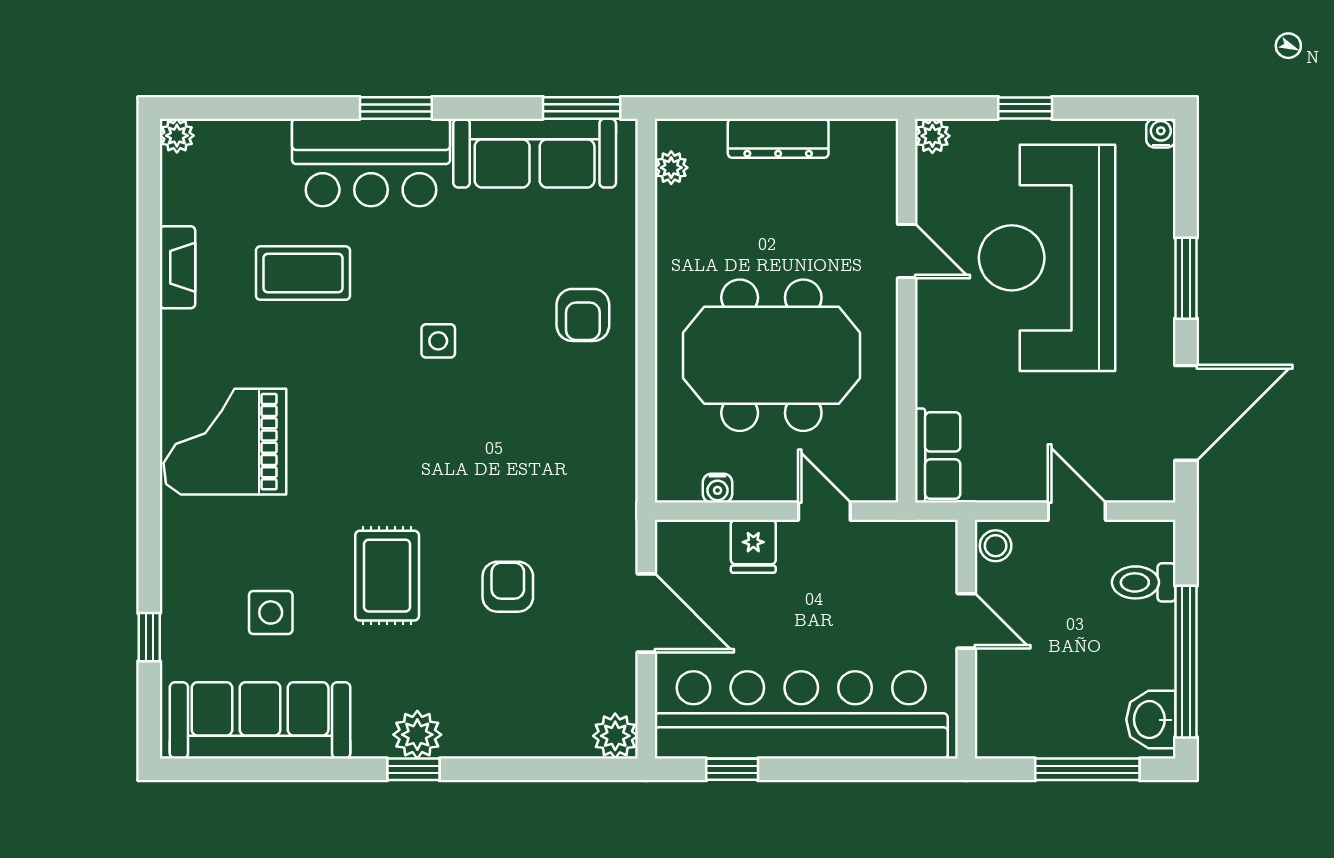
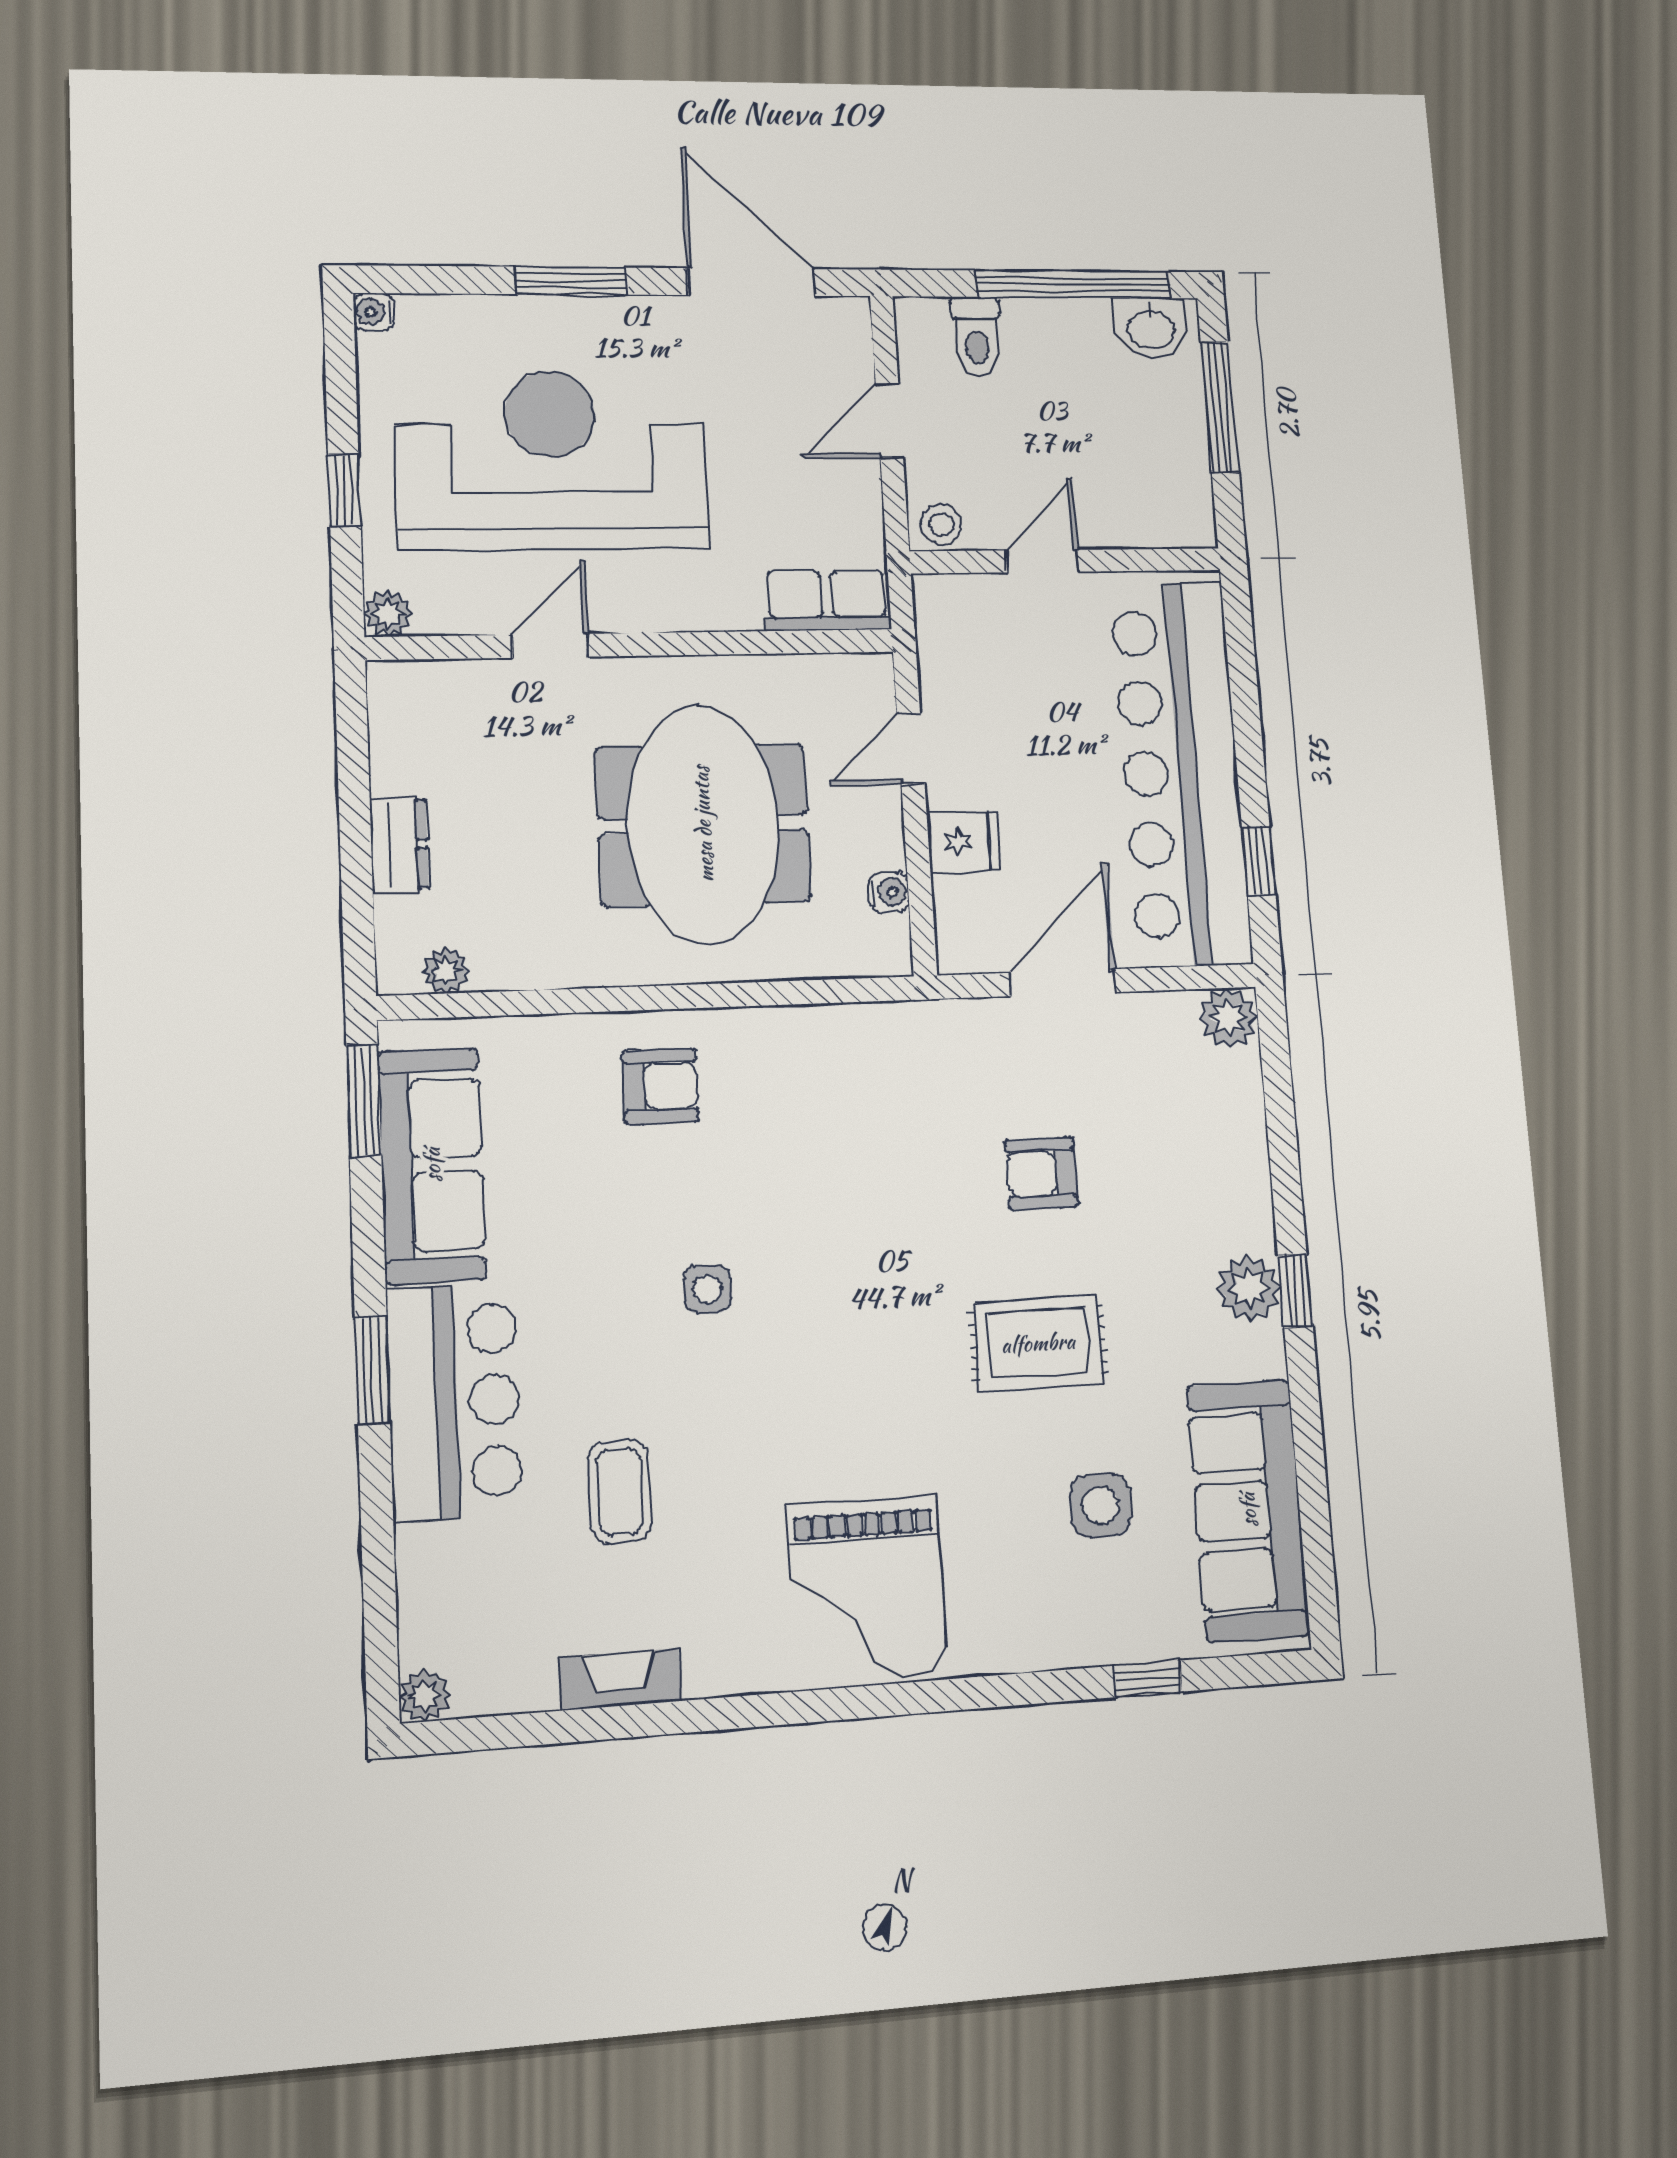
dresser: (778, 138) -> (399, 844), width x0.70
reception desk: (1047, 258) -> (552, 460), turned 180
coffee table: (303, 273) -> (620, 1492), width x0.73, depth x0.77

